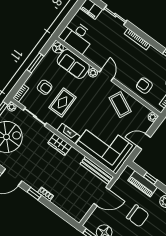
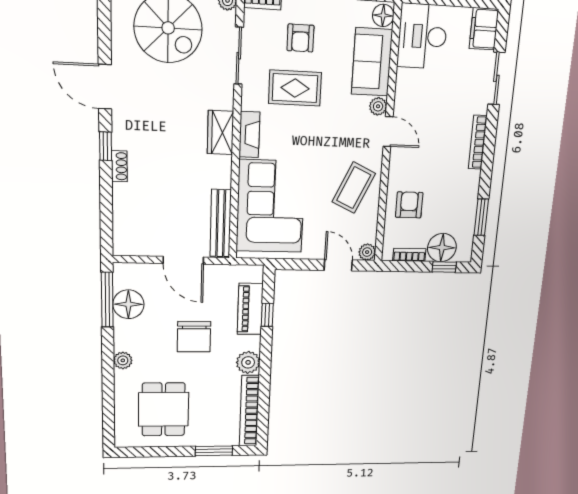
door: (106, 75) -> (388, 132), hinge flipped
door: (144, 142) -> (338, 265), moved

